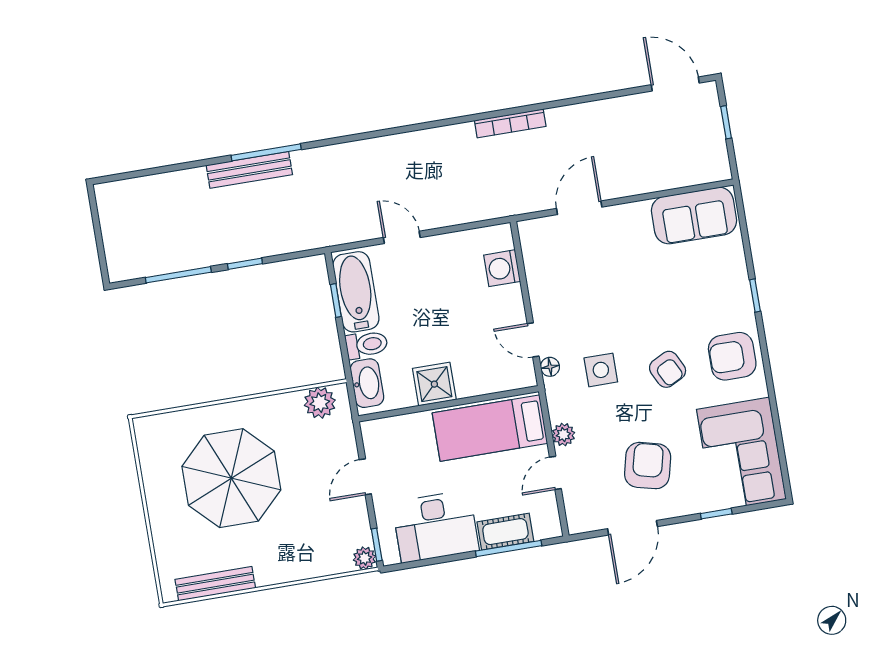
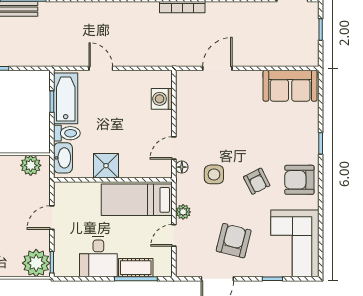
door: (533, 340) -> (174, 148), hinge flipped
desk: (435, 526) -> (98, 257), width x0.73
plant: (365, 558) -> (36, 263), width x1.87, depth x1.87

